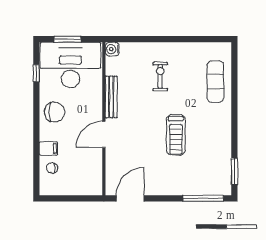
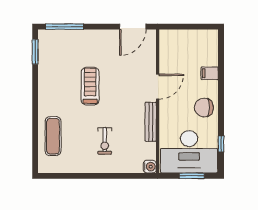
chair: (52, 168) -> (206, 55), removed

